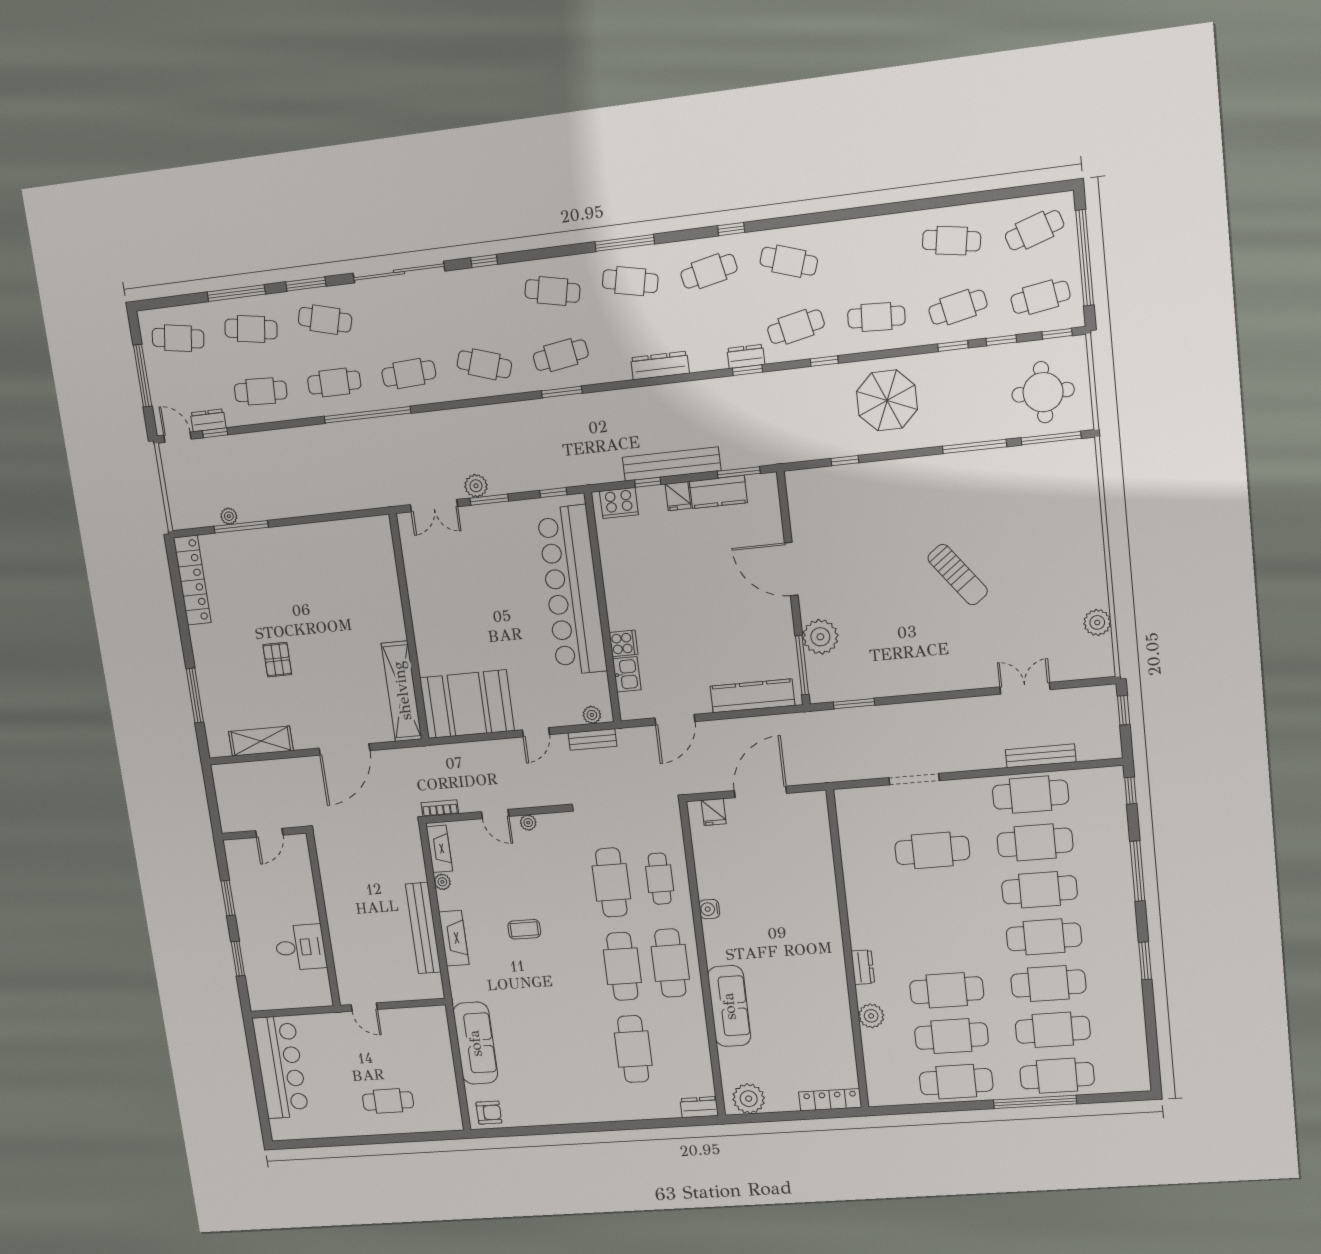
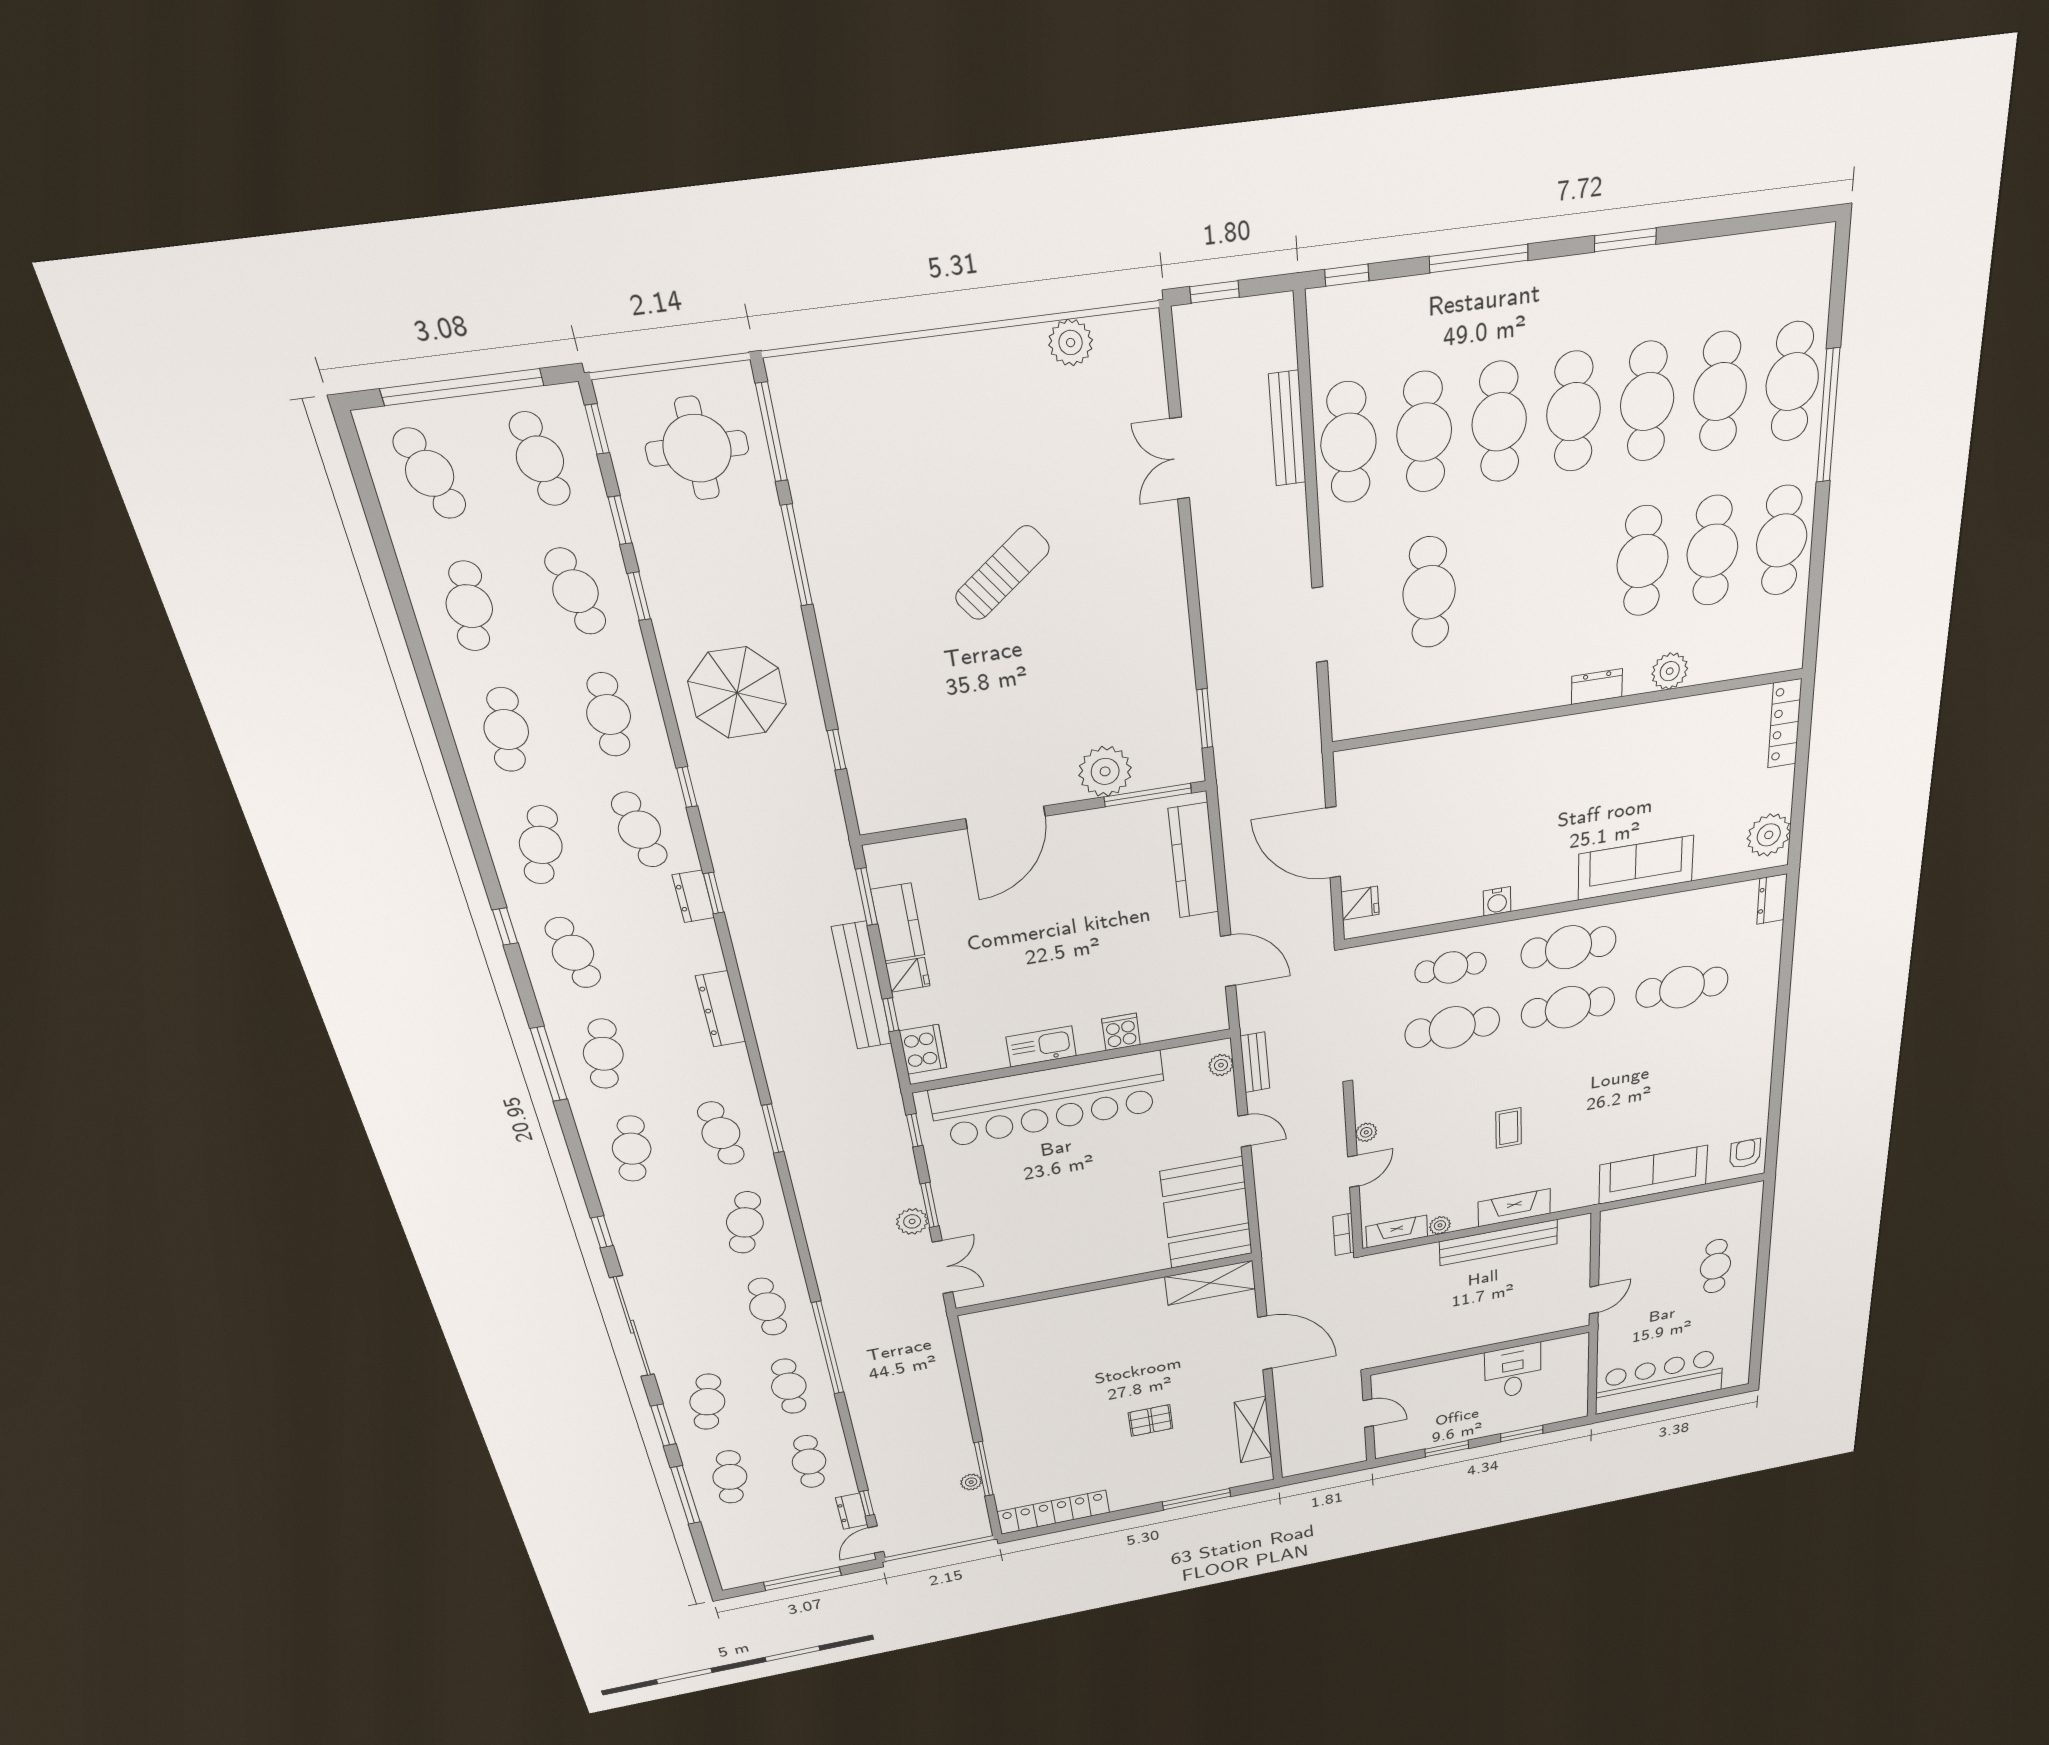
cafe table: (178, 338) -> (506, 730), moved
kitchen sink: (627, 674) -> (1041, 1046), moved, width x1.38
shelving: (402, 691) -> (1210, 1283), width x0.68

